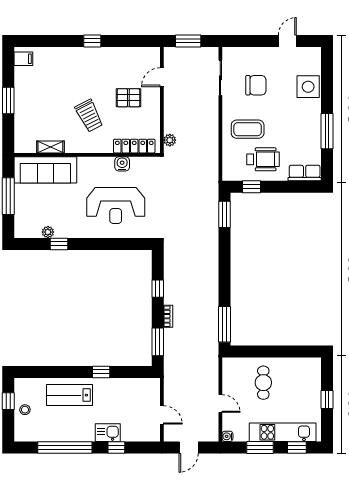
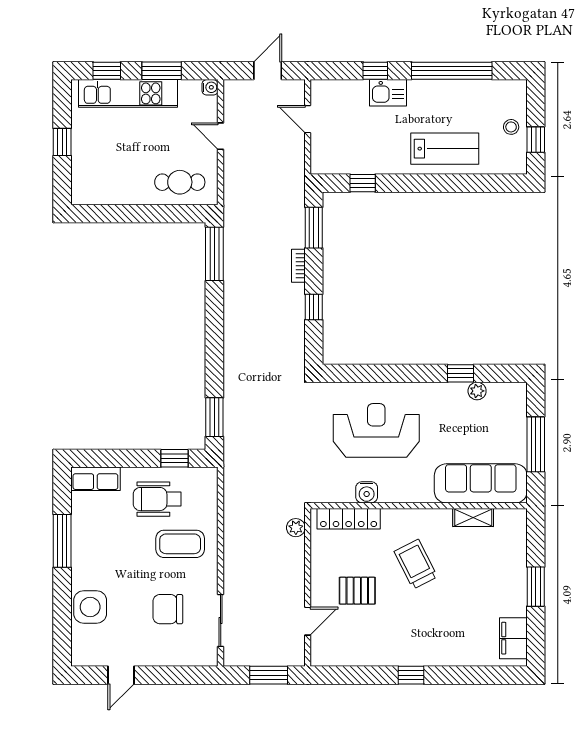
filing cabinet: (23, 59) -> (513, 638), width x2.00
window: (101, 372) -> (363, 183), moved
cafe table: (263, 383) -> (180, 182), moved, turned 90

